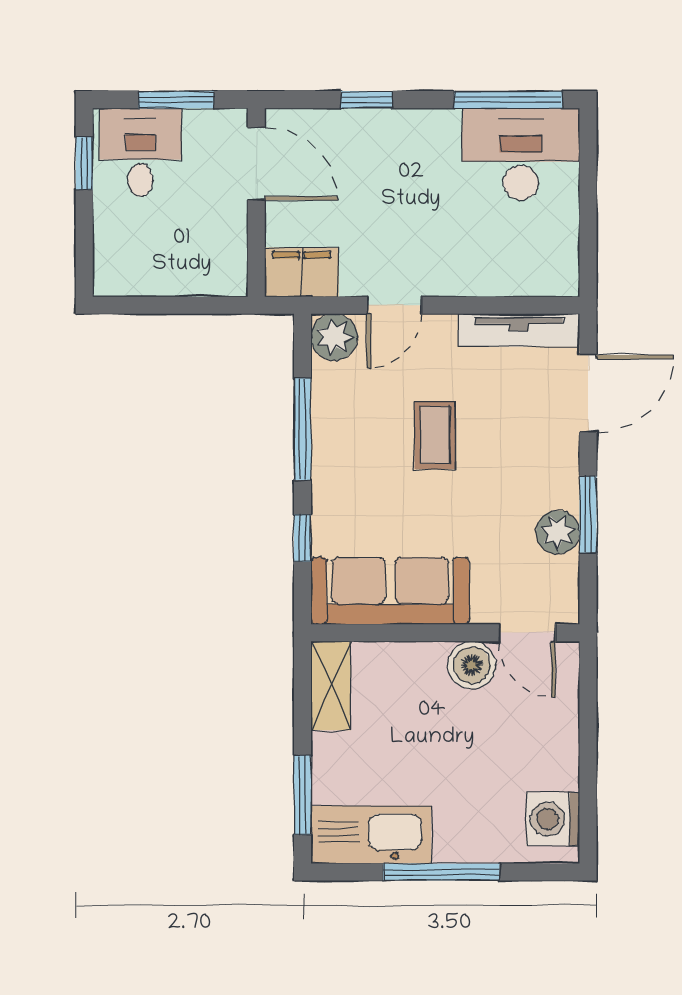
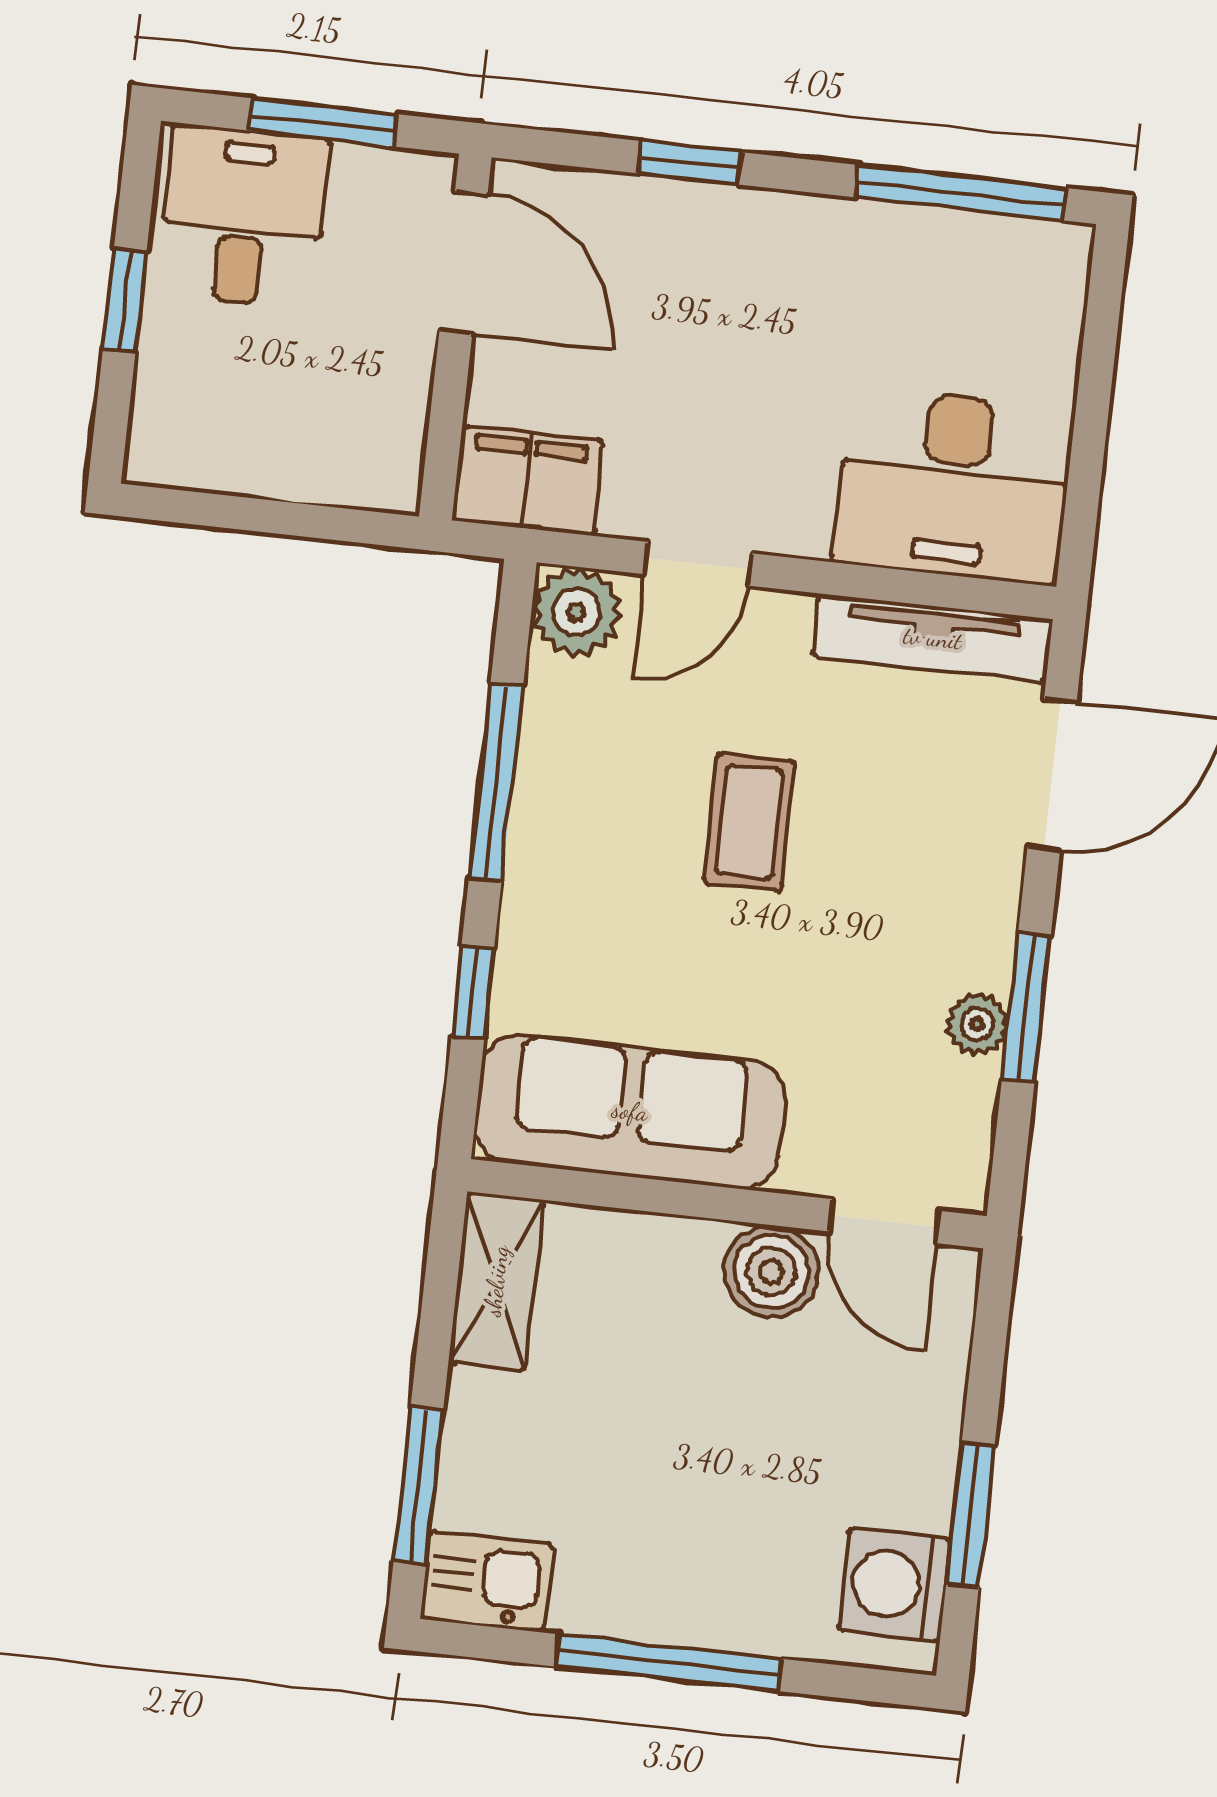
desk: (521, 154) -> (953, 486), moved, turned 180
window: (84, 163) -> (125, 300), moved
plant: (558, 532) -> (977, 1024), width x0.73, depth x0.73
window: (588, 779) -> (970, 1515), added
kitchen sink: (371, 835) -> (486, 1581), width x0.53, depth x0.81

